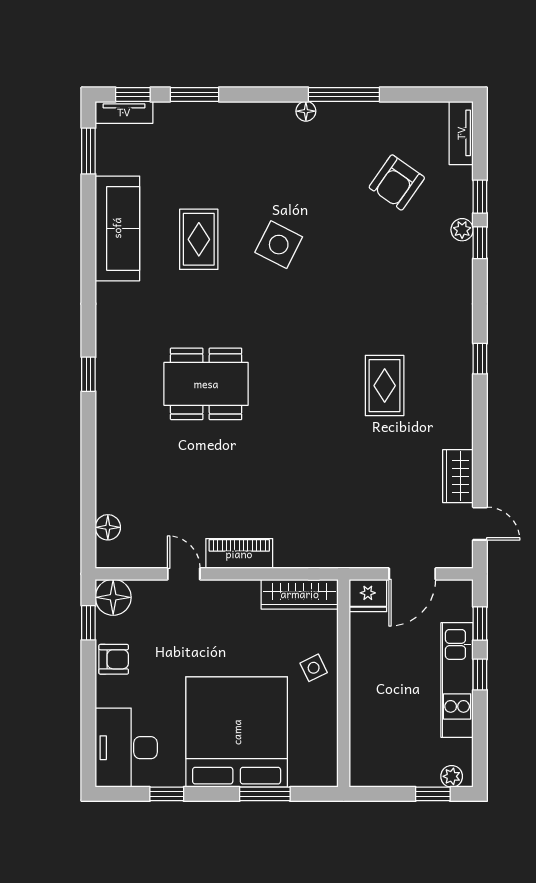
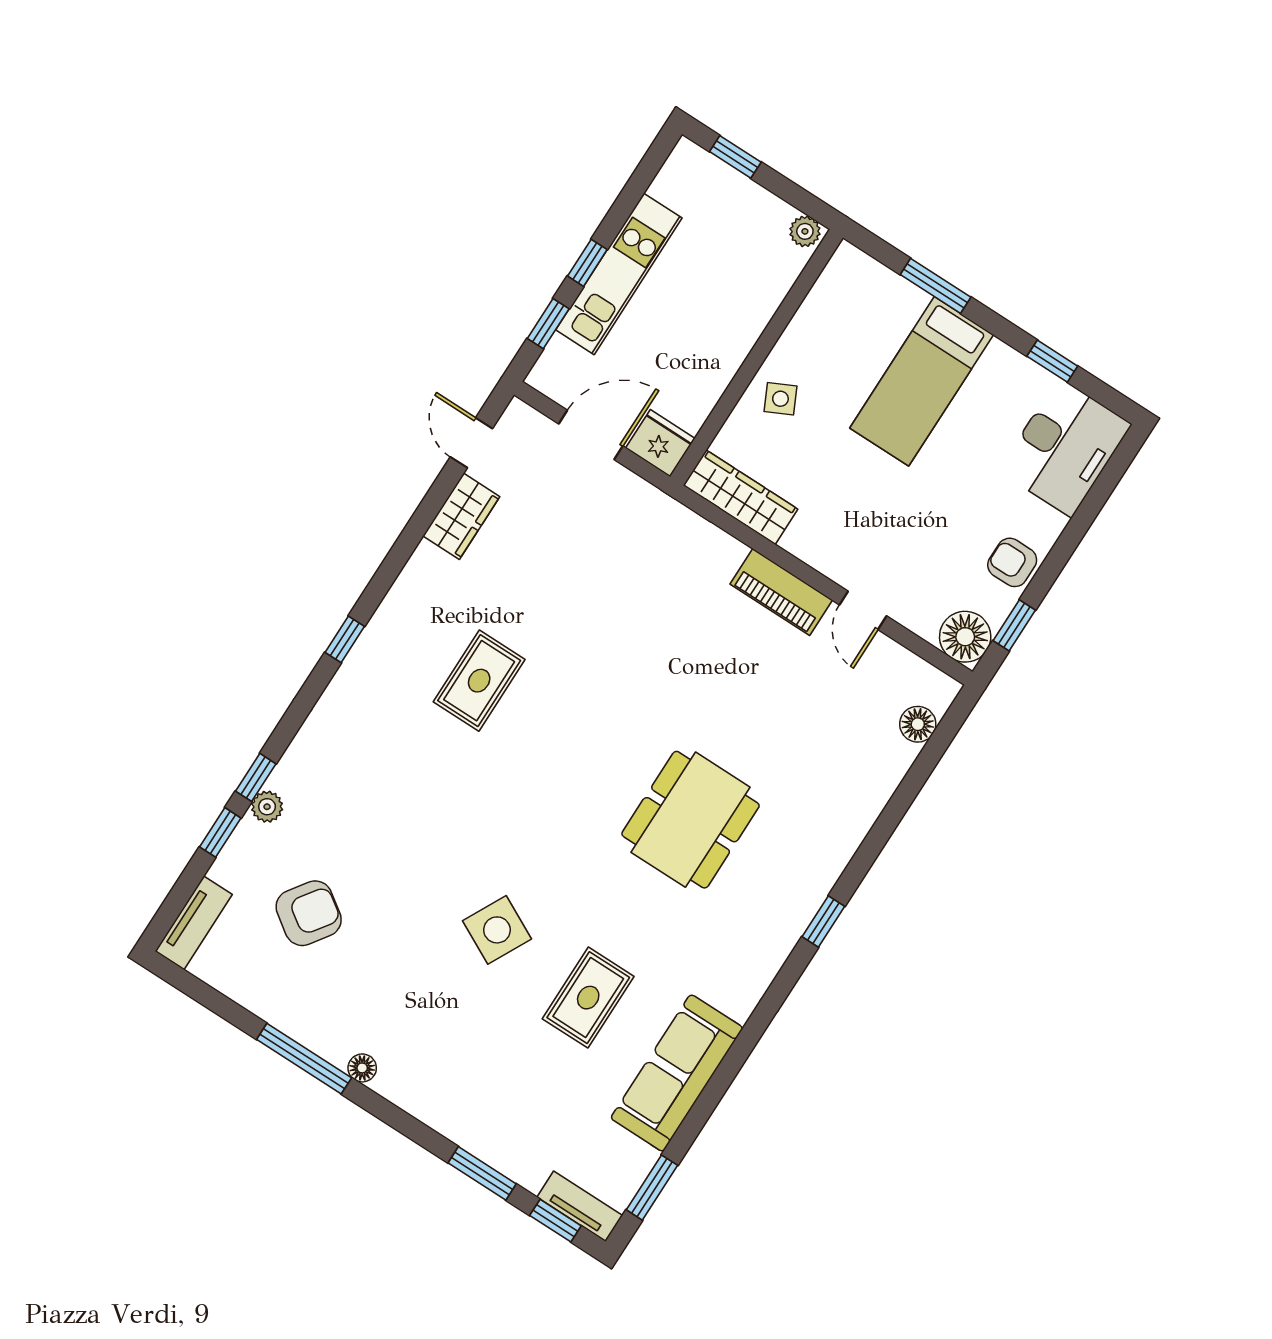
dining table: (206, 384) -> (691, 820), turned 90
bed: (237, 732) -> (922, 381), width x0.49
plant: (452, 776) -> (805, 231), moved

